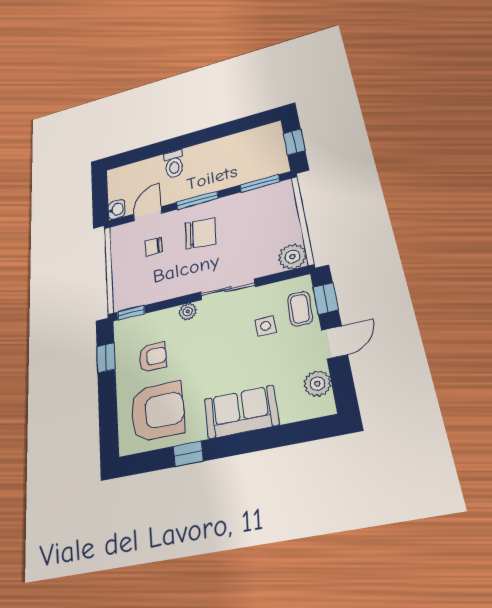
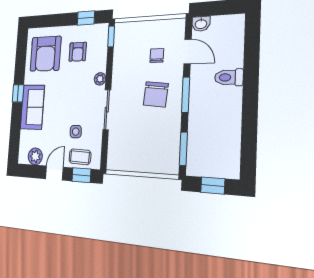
plant: (292, 257) -> (116, 160), removed
door: (334, 342) -> (54, 173), swing flipped
window: (188, 454) -> (18, 93), moved

